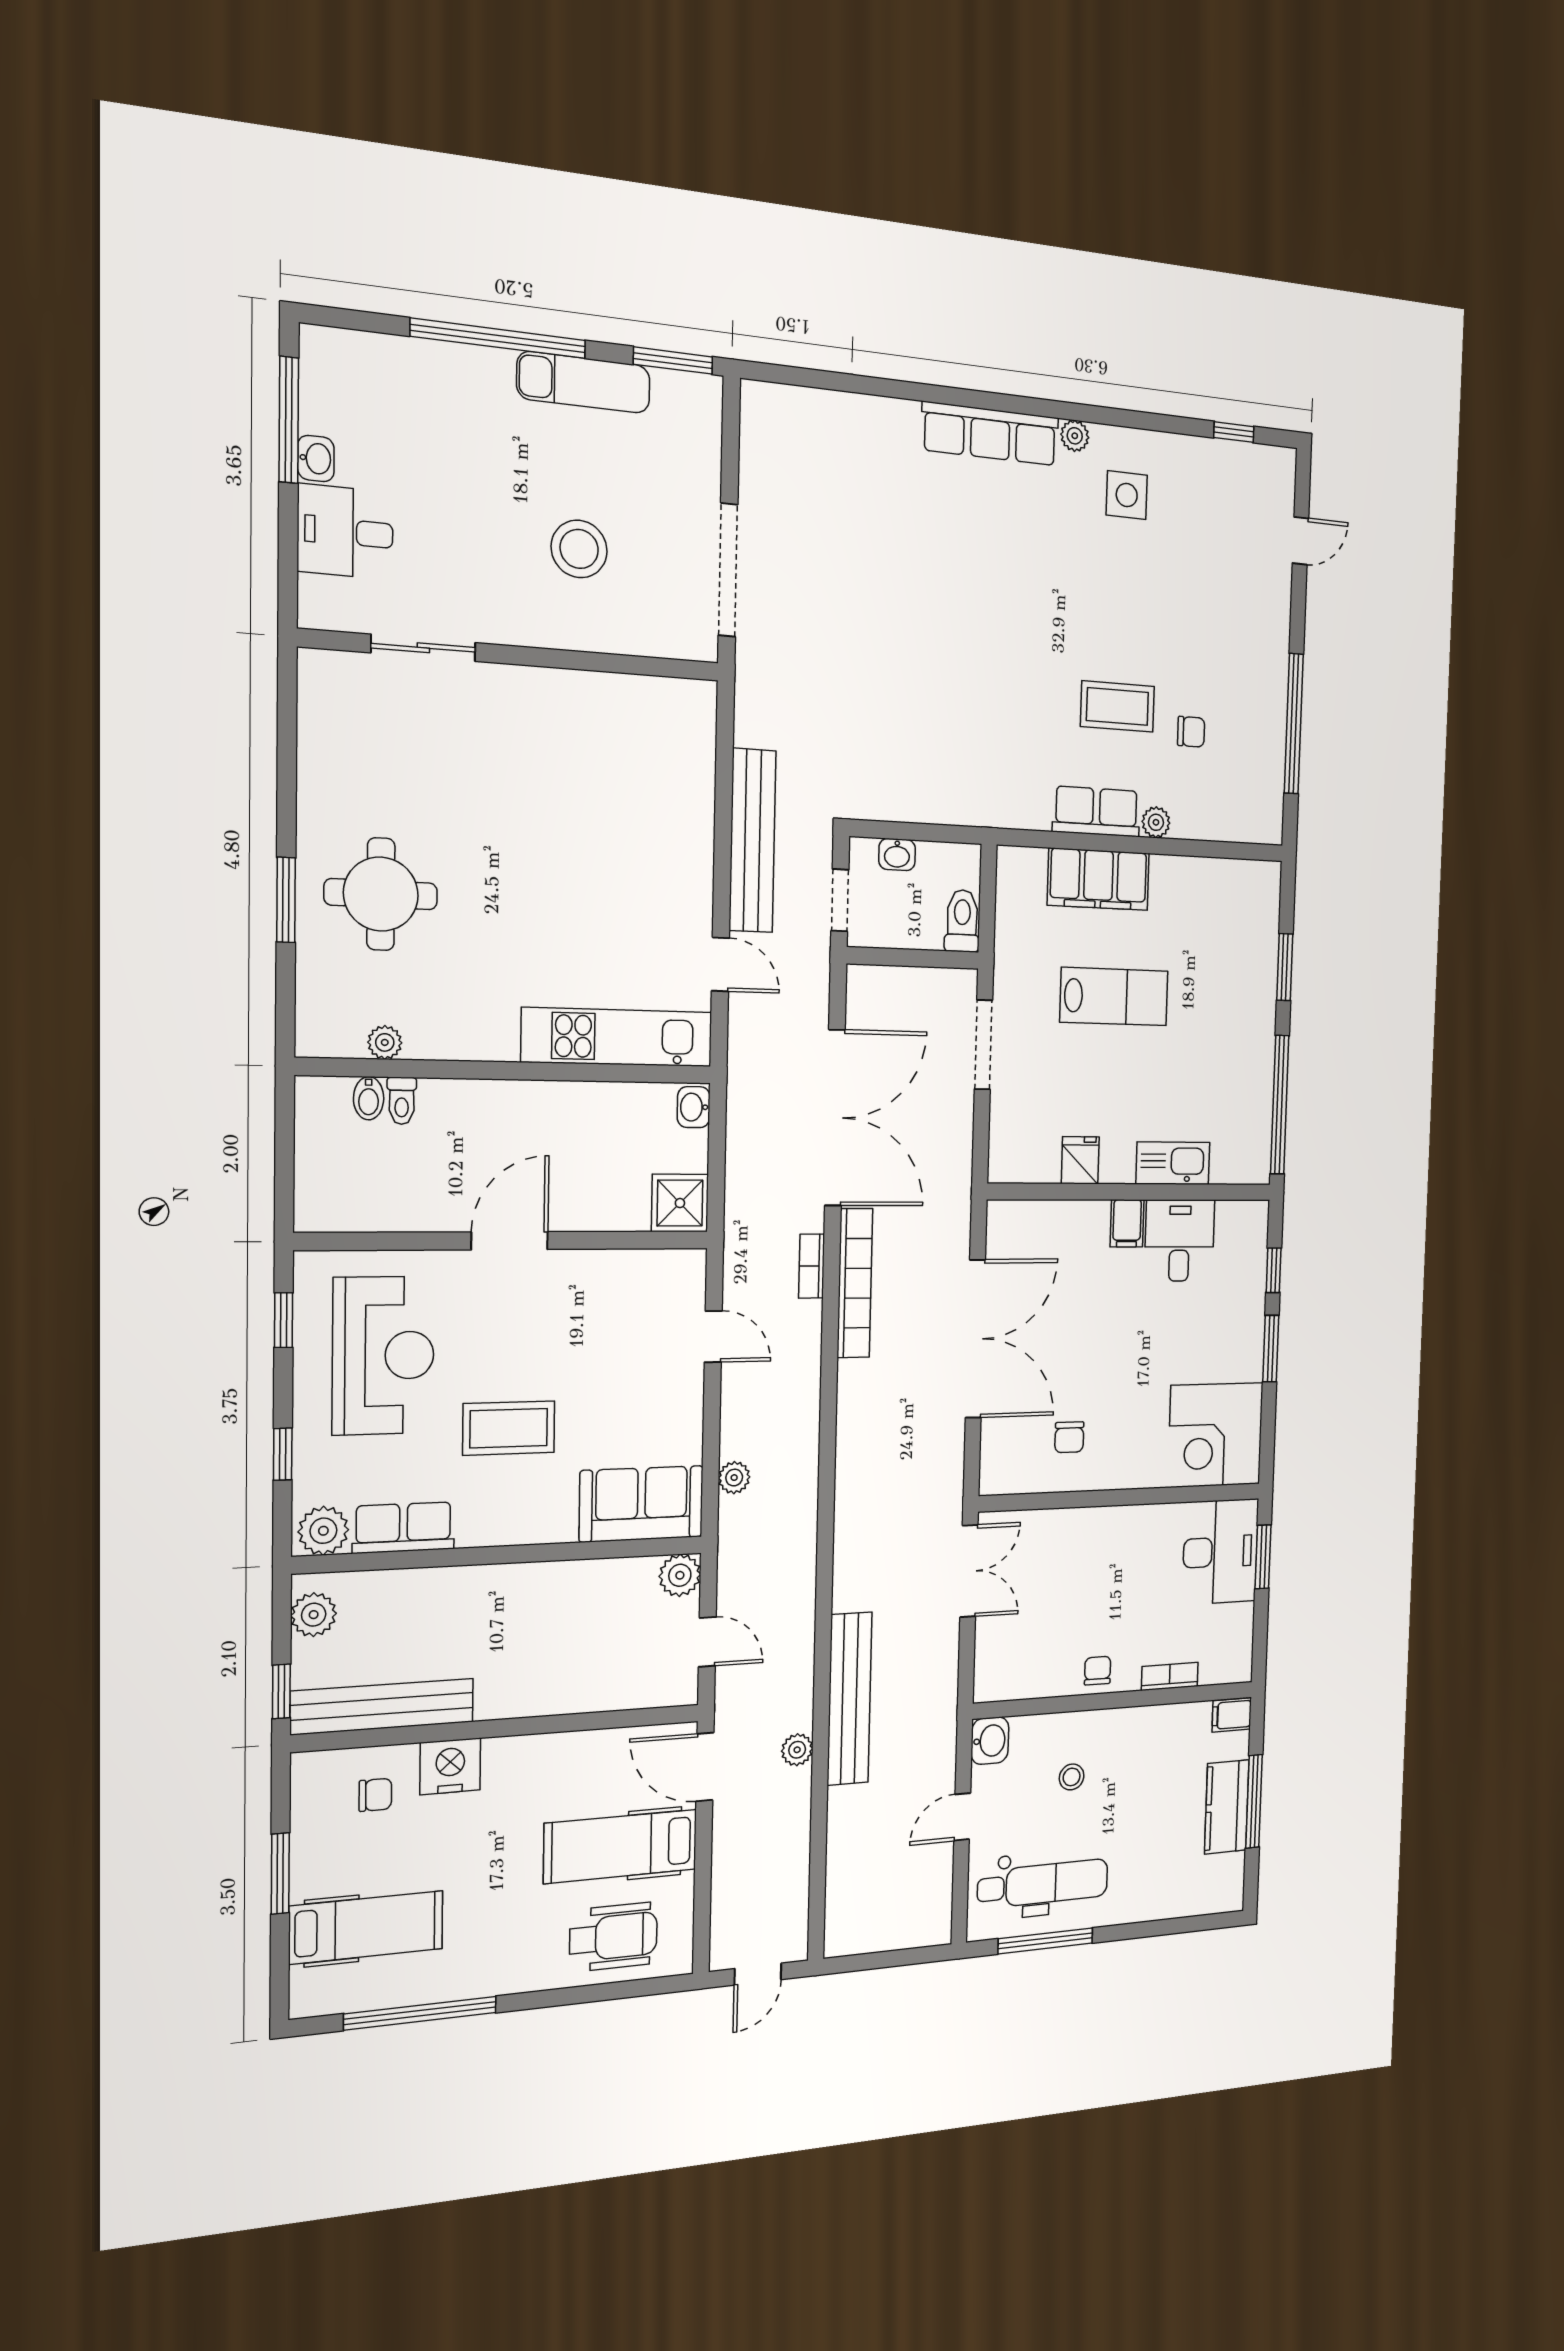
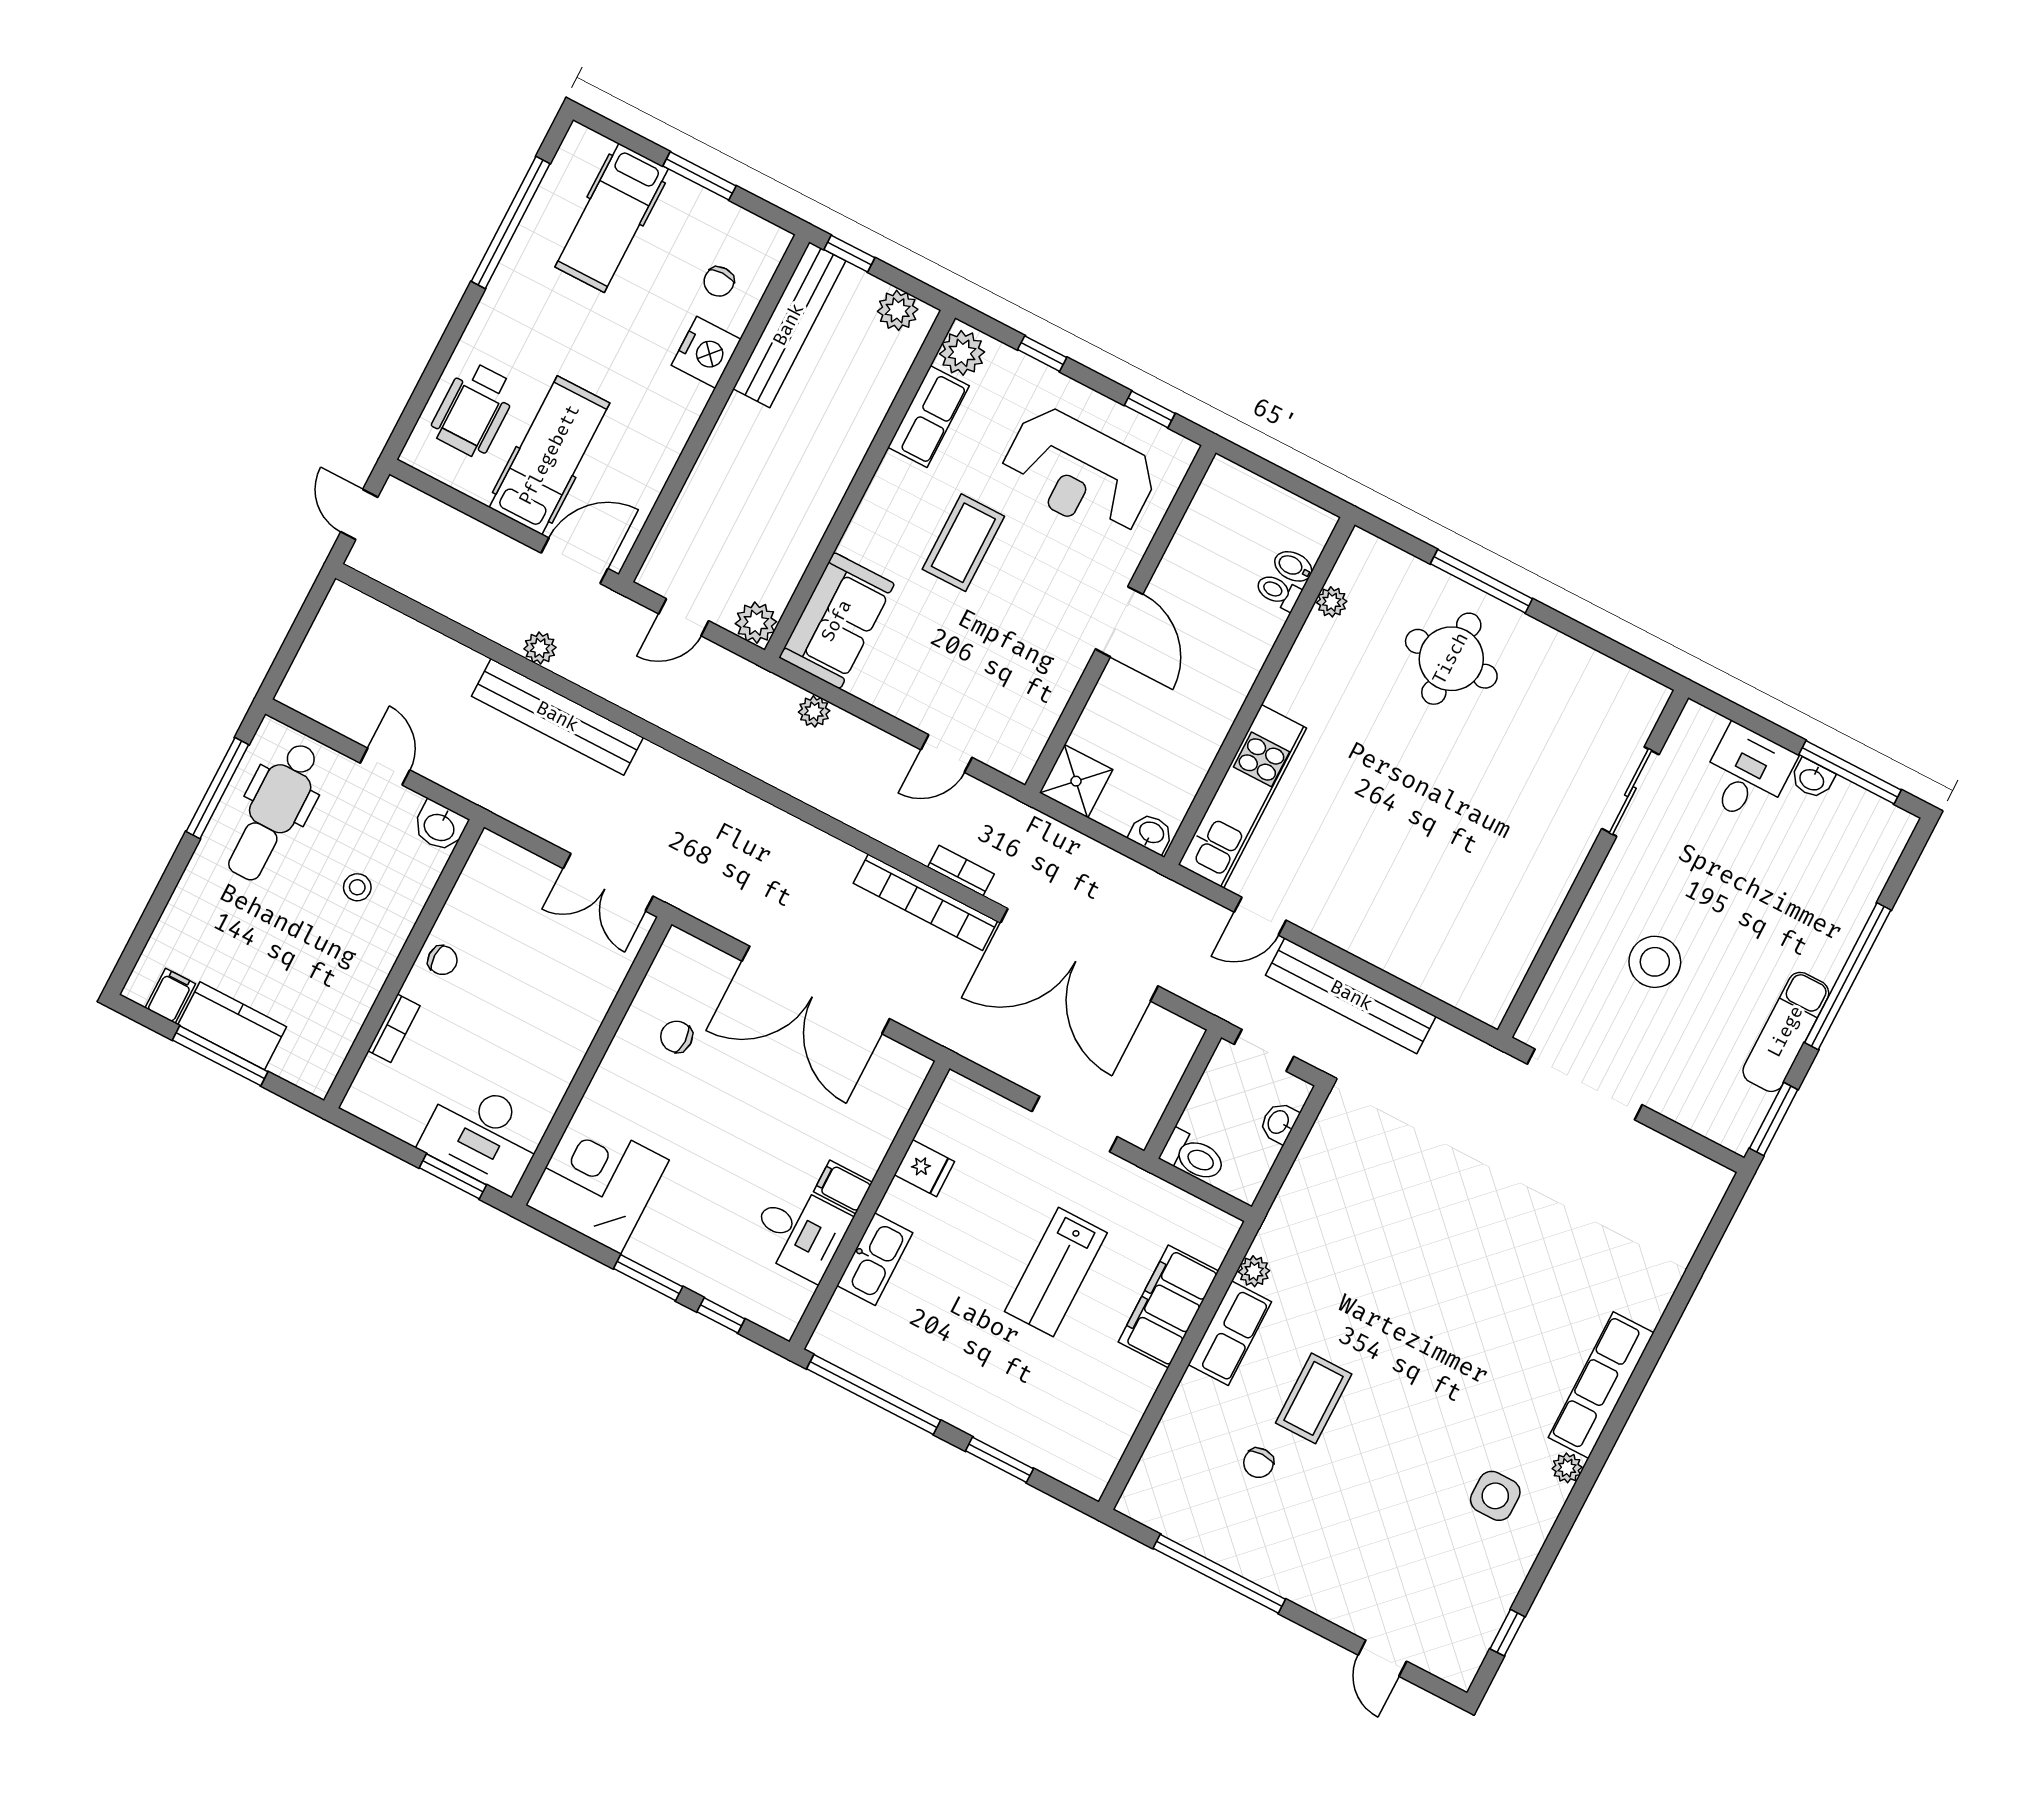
plant: (1156, 822) -> (1254, 1271), moved
window: (286, 900) -> (1481, 581), width x1.44
filing cabinet: (1232, 1715) -> (170, 996), moved

